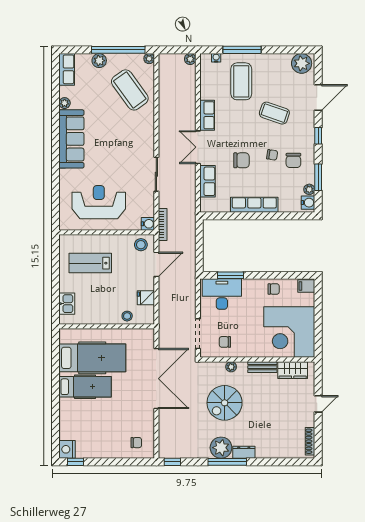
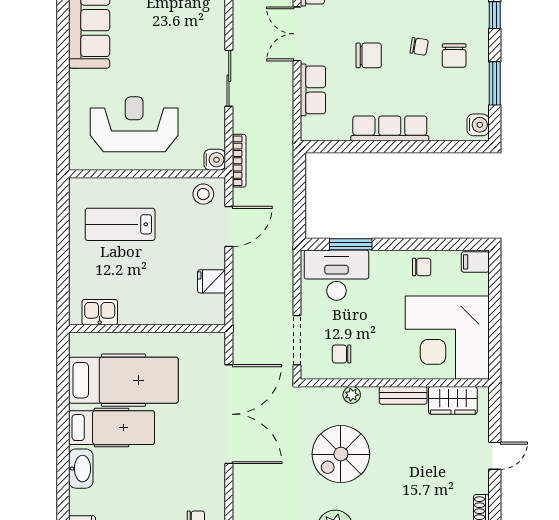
plant: (309, 189) -> (480, 103), removed
kitchen sink: (67, 304) -> (100, 312), moved, turned -90
stool: (127, 316) -> (181, 311), removed
washbasin: (66, 412) -> (81, 469), added

